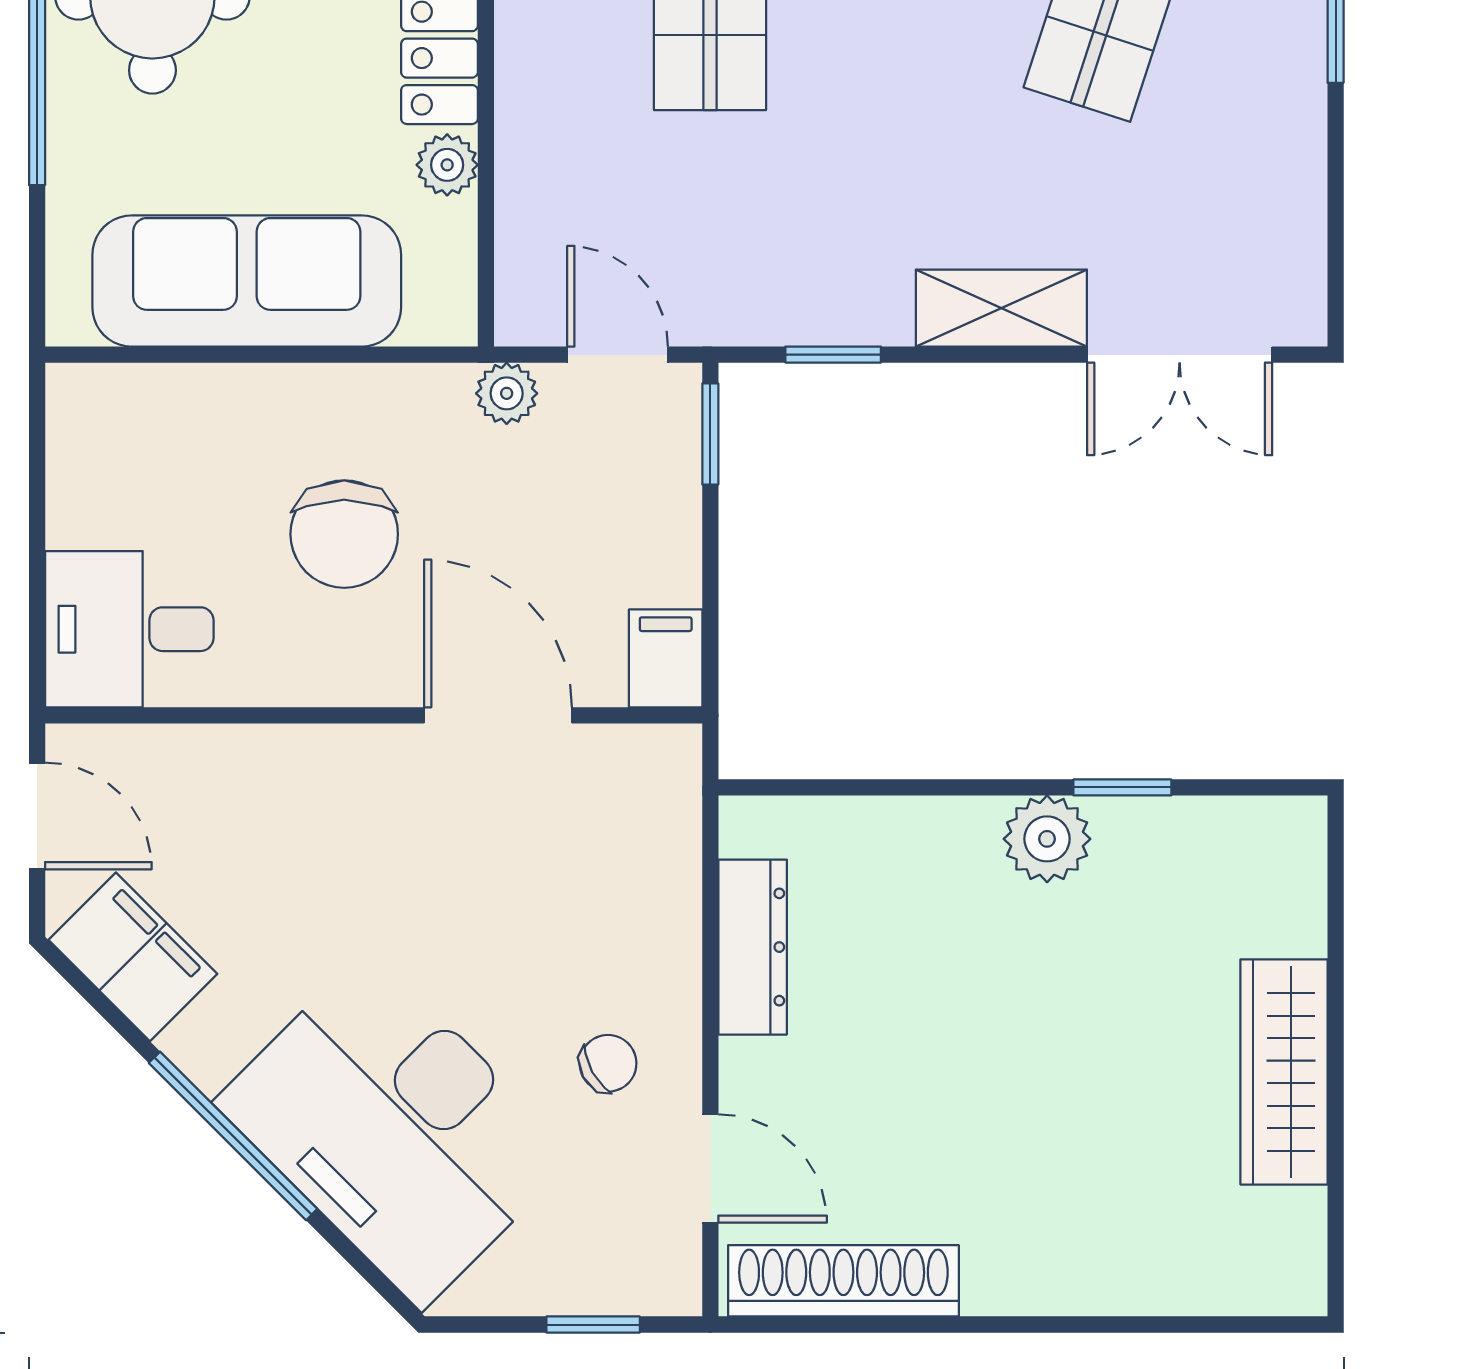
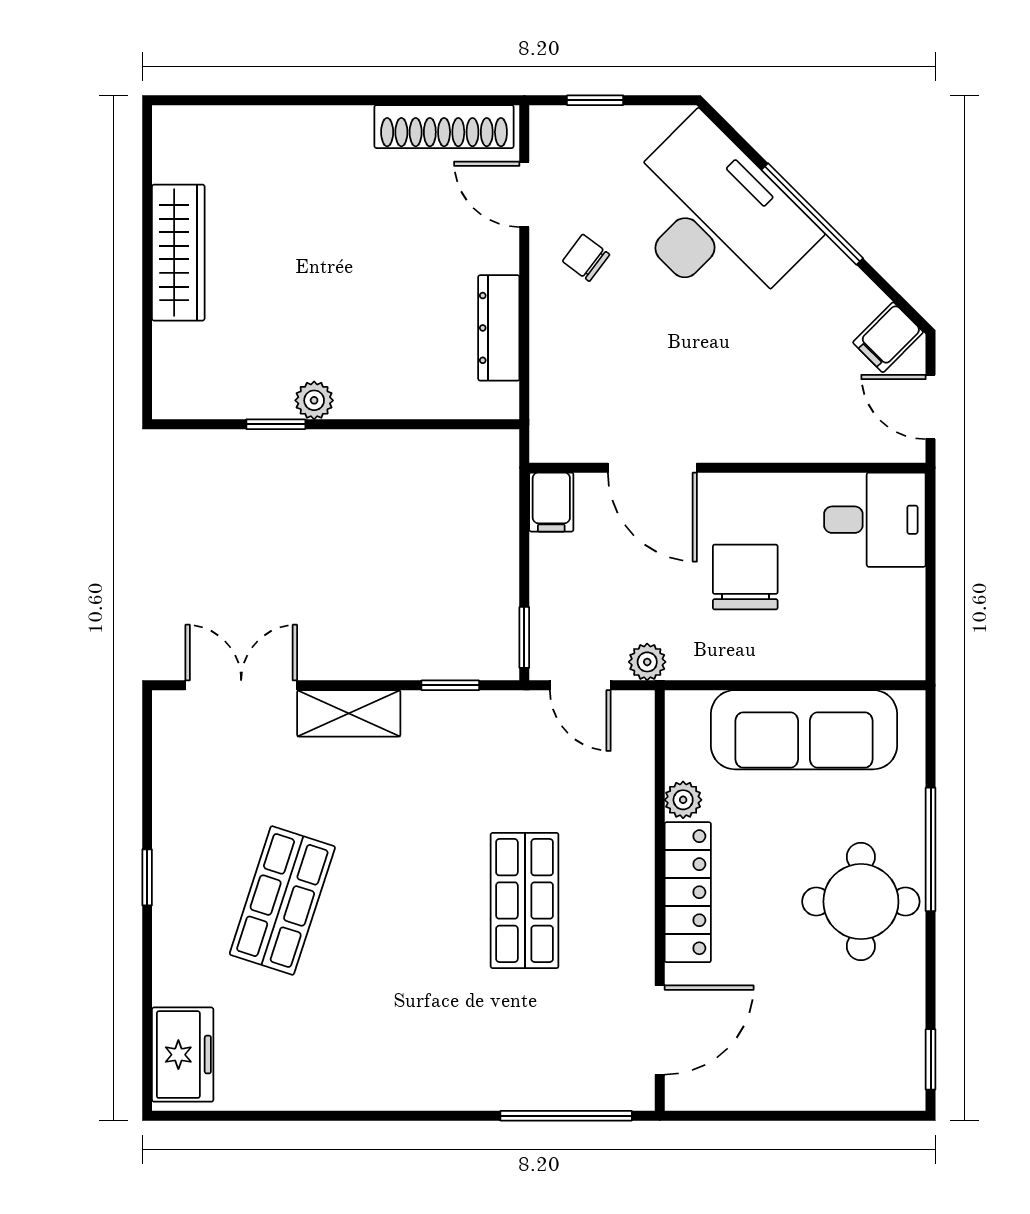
plant: (1047, 839) -> (314, 400), width x0.73, depth x0.73
filing cabinet: (133, 957) -> (888, 337), width x0.50
chair: (608, 1063) -> (586, 258), turned 66

